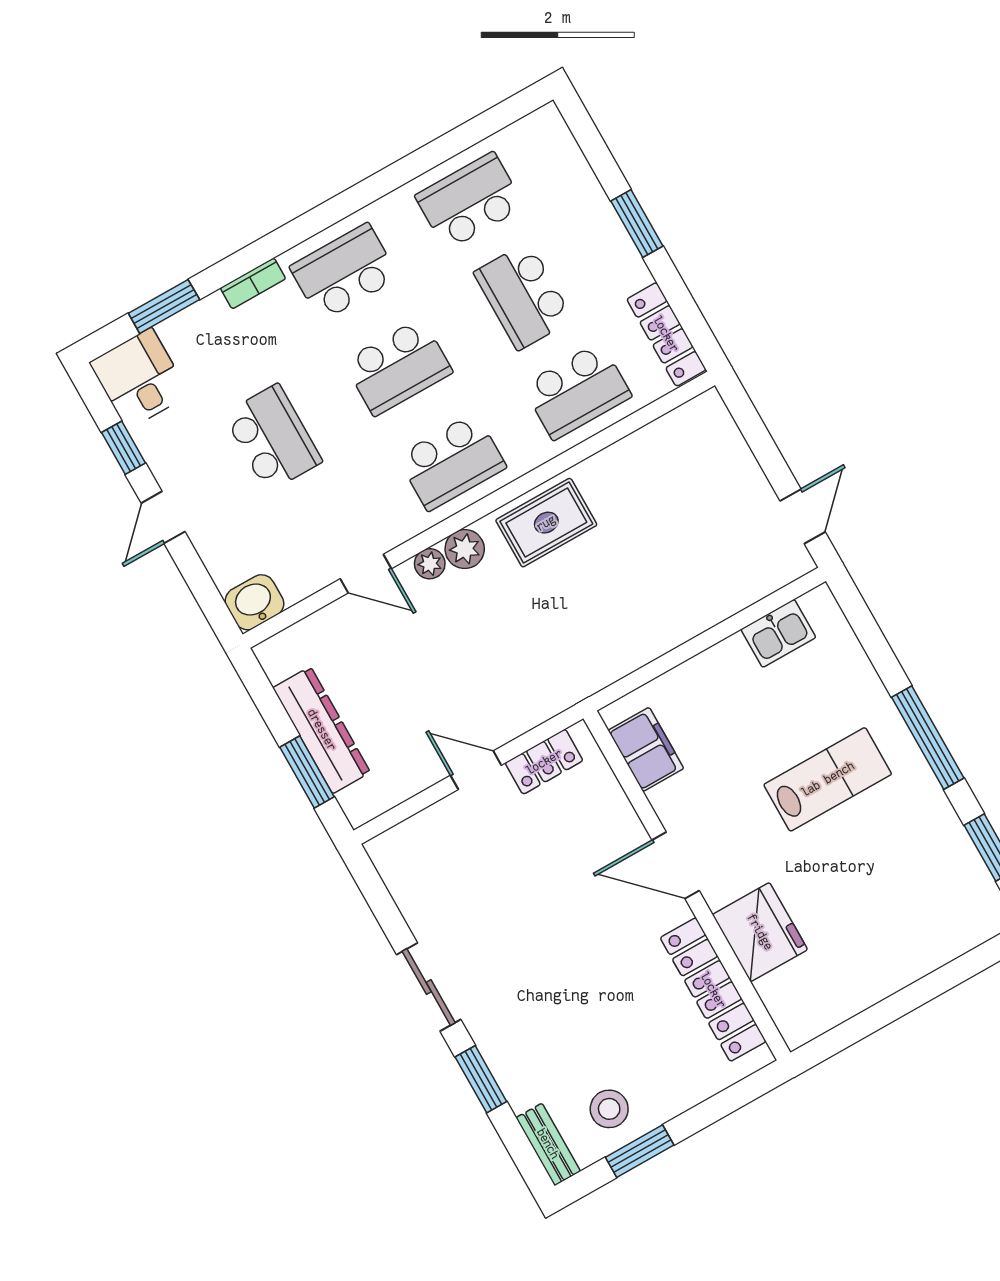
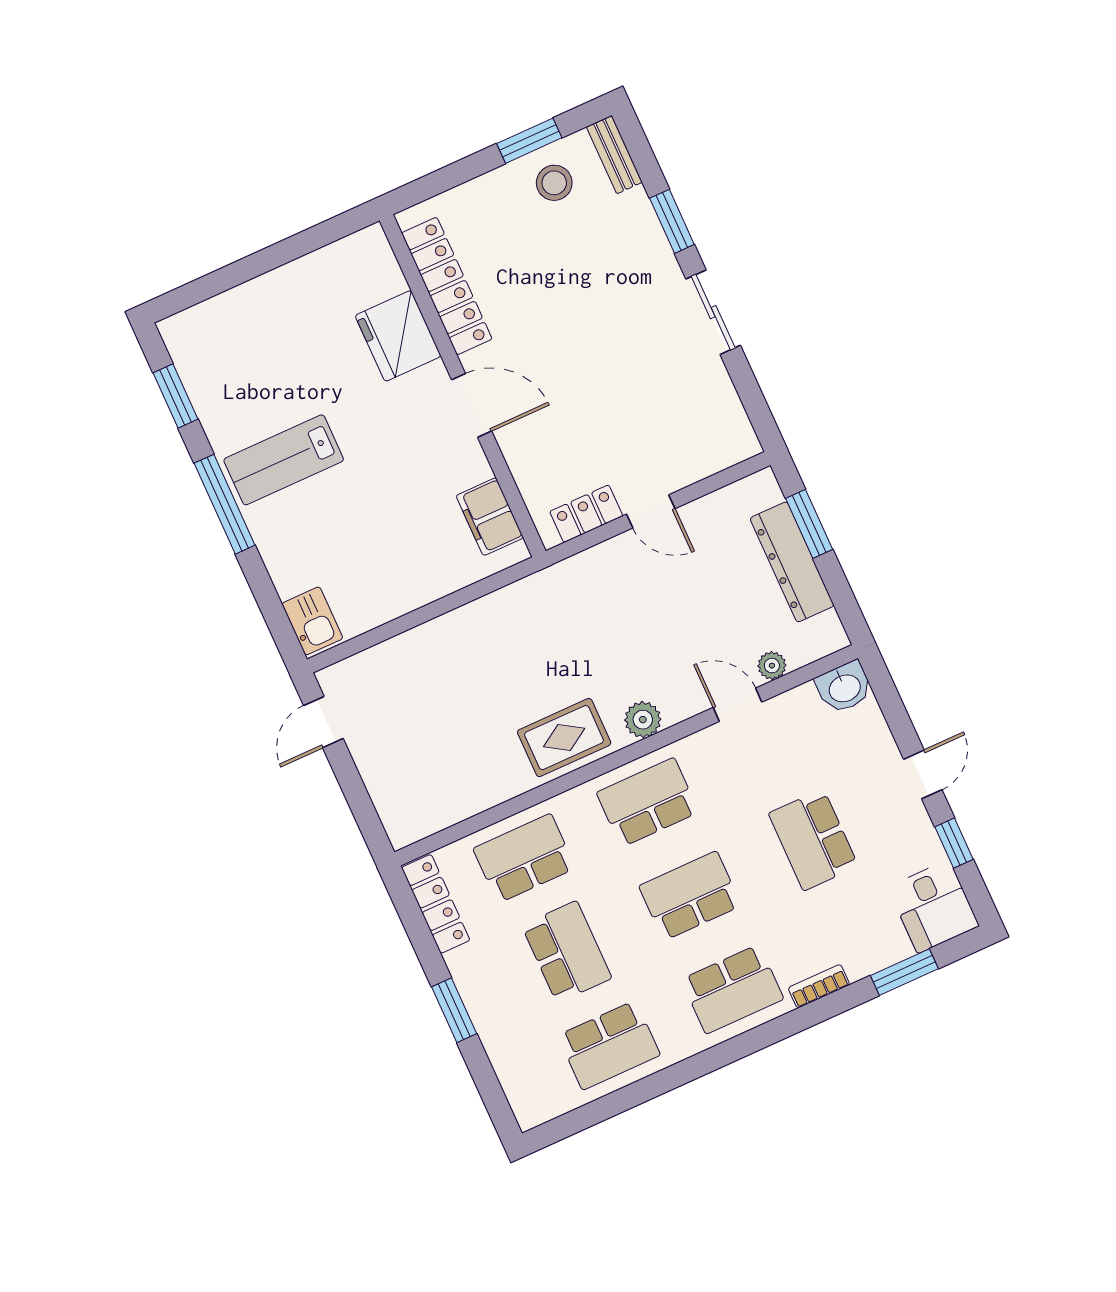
plant: (430, 564) -> (772, 666), moved
kitchen sink: (778, 633) -> (312, 621), moved, turned 90
lab bench: (828, 779) -> (284, 460), moved

